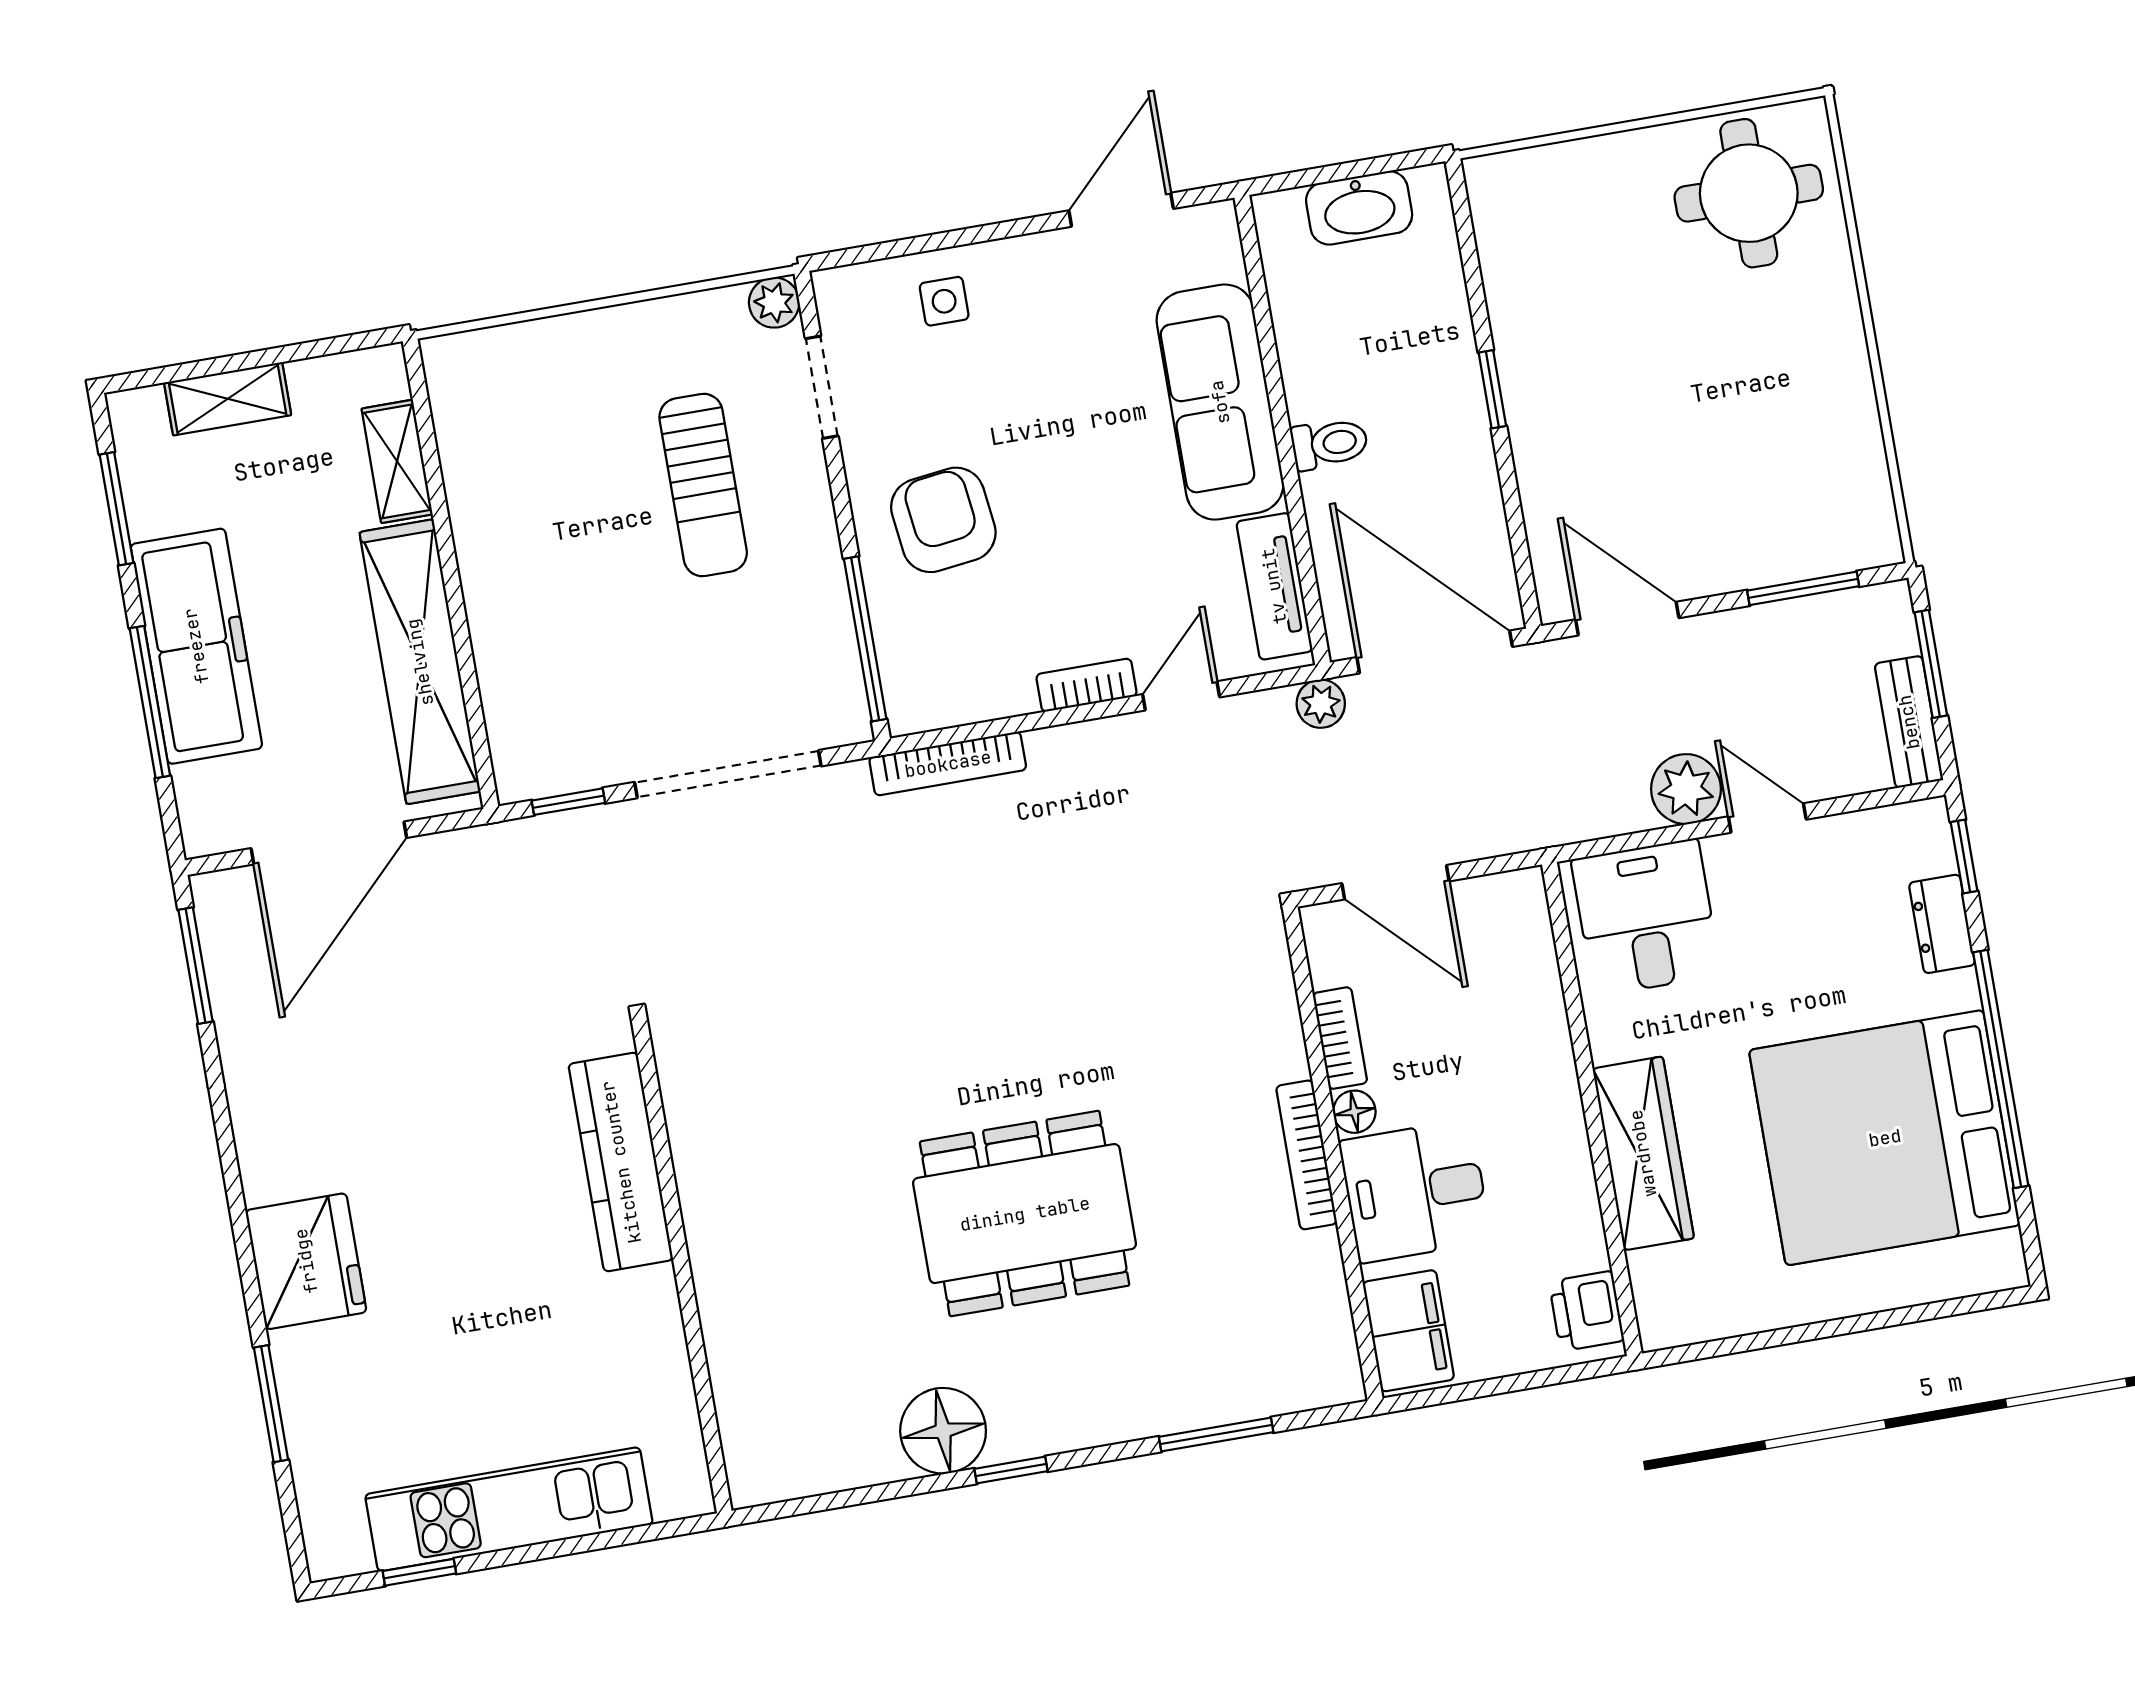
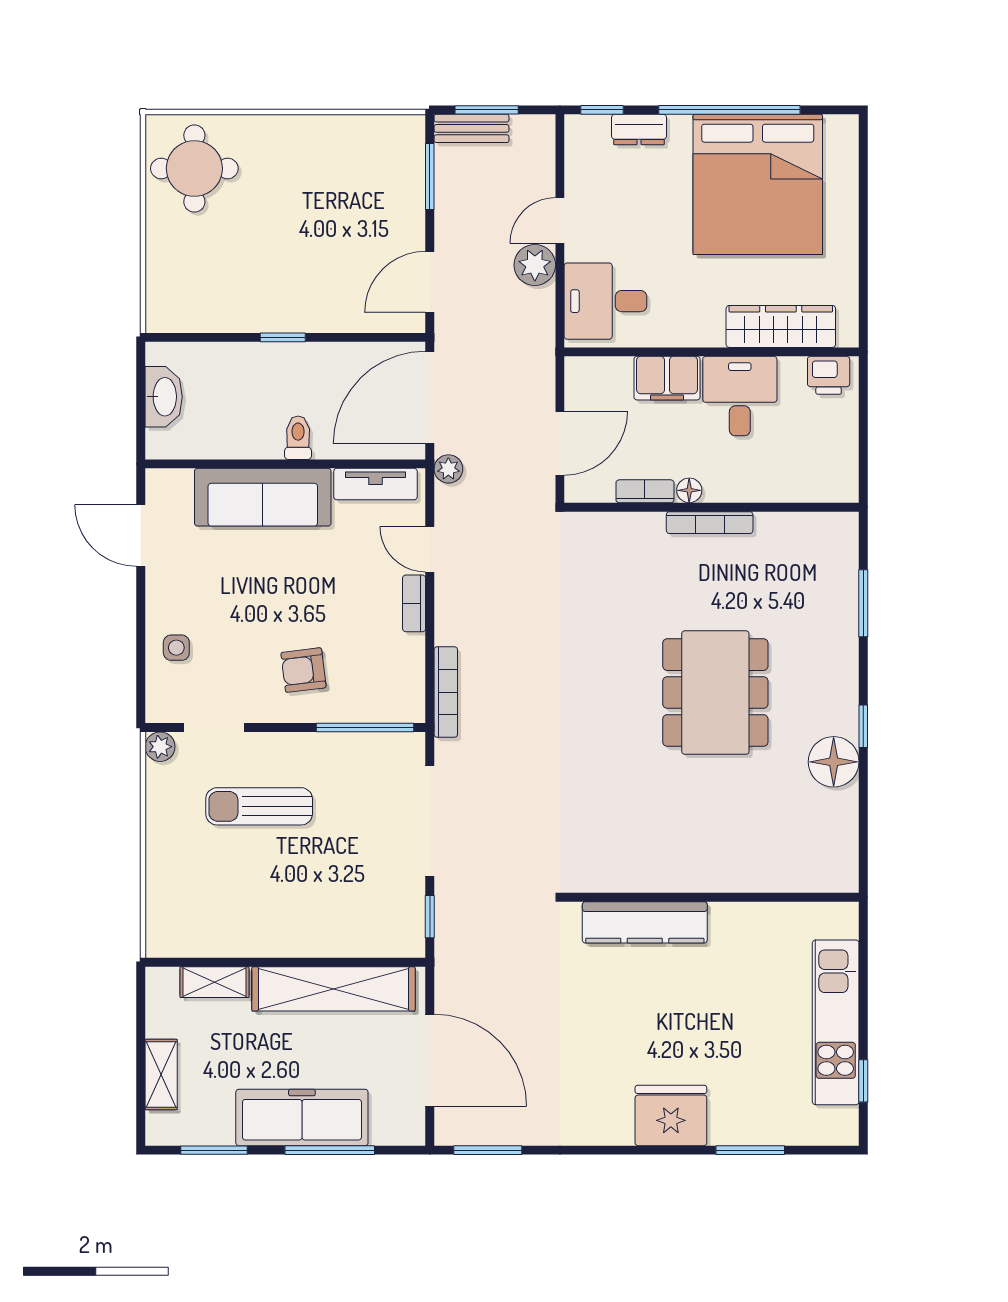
sun lounger: (703, 485) -> (259, 806), turned 180
armchair: (943, 520) -> (304, 670), width x0.72, depth x0.72
bench: (1909, 722) -> (471, 128), moved
wardrobe: (1643, 1153) -> (781, 326), moved
desk: (1415, 1191) -> (740, 396), moved, turned 180
filing cabinet: (1408, 1331) -> (667, 378), moved, turned 180

